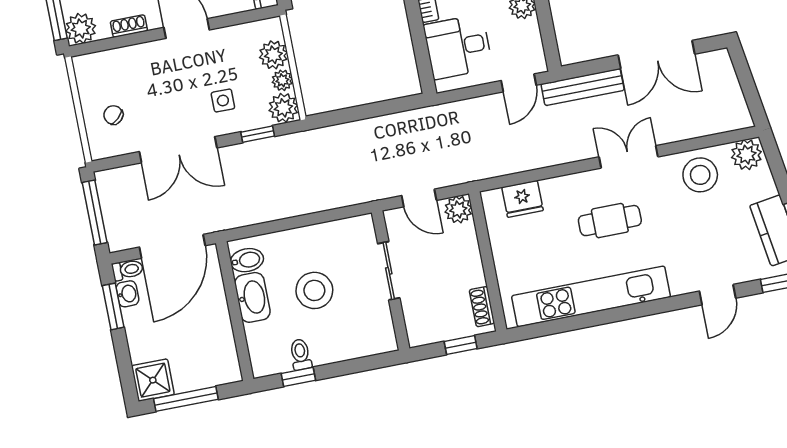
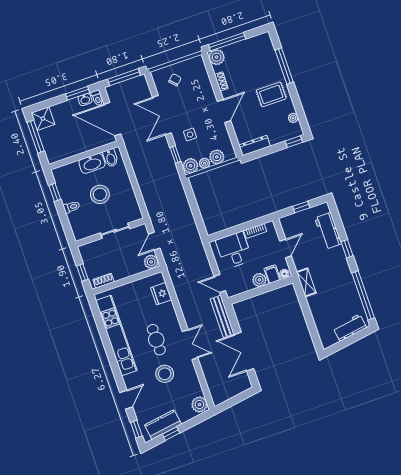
stool: (700, 175) -> (165, 374), moved
door: (718, 295) -> (126, 400), swing flipped
toilet: (301, 354) -> (72, 207), moved

